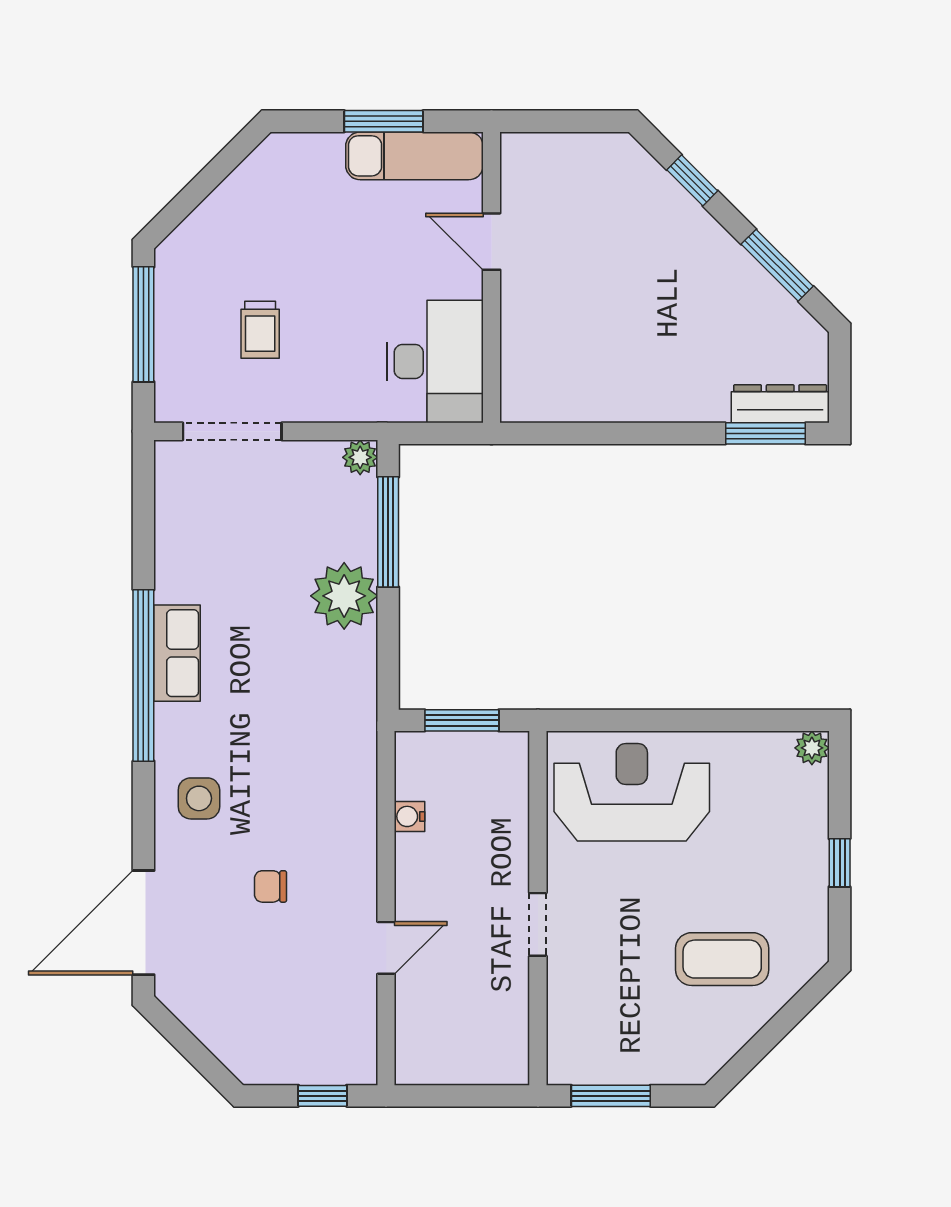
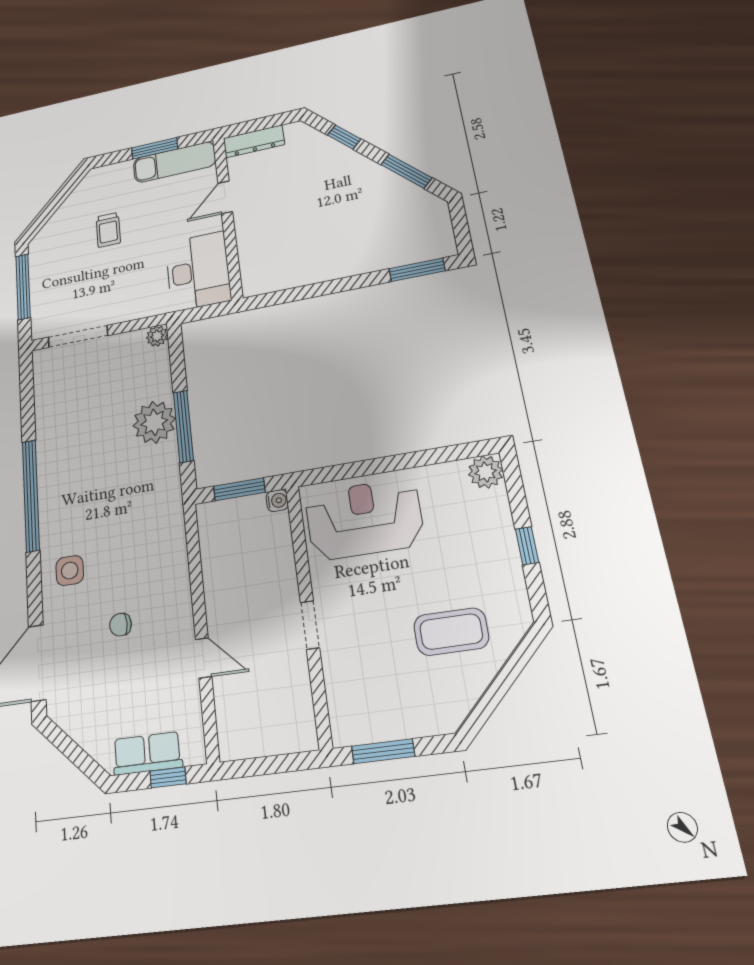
door: (492, 242) -> (225, 197), hinge flipped
trolley: (260, 330) -> (108, 230), moved
dresser: (780, 404) -> (254, 141), moved, turned 180
window: (388, 532) -> (183, 426), moved
row of seats: (177, 653) -> (147, 753), moved, turned -90
plant: (812, 748) -> (486, 472), width x1.38, depth x1.38
water cooler: (410, 816) -> (277, 501), moved, turned 180
door: (386, 948) -> (204, 658), hinge flipped

